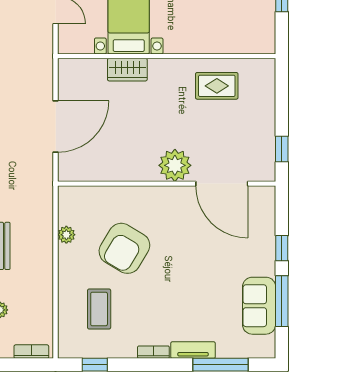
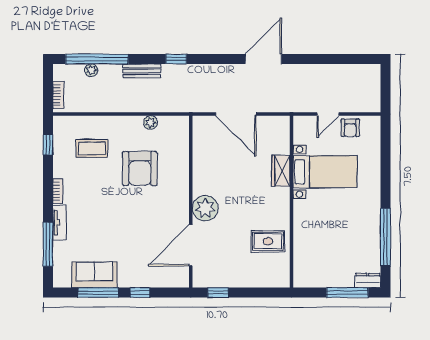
rug: (217, 86) -> (268, 241), turned 90
armchair: (124, 248) -> (140, 168), turned -121

